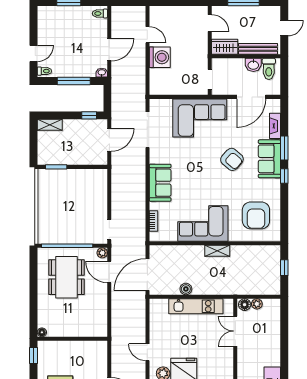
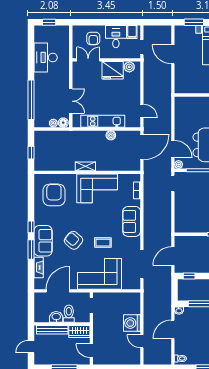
toilet: (269, 69) -> (69, 314), moved
coffee table: (196, 157) -> (103, 243), added
window: (284, 333) -> (31, 100), added
door: (147, 352) -> (142, 111), moved

